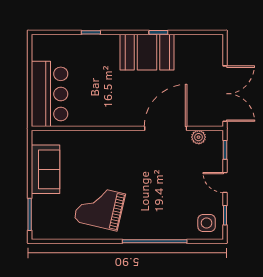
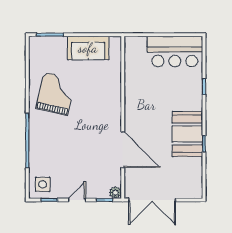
bar counter: (50, 94) -> (175, 51), moved
plant: (199, 137) -> (115, 193), moved

